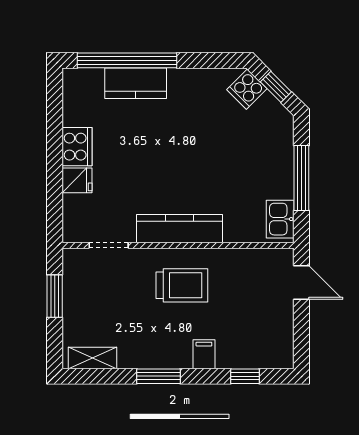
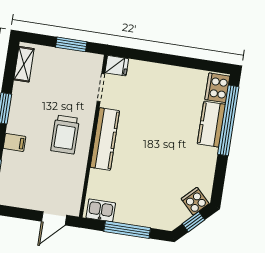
cooker: (77, 147) -> (217, 88), moved, turned 90
fridge: (77, 180) -> (117, 66), moved, turned -90

